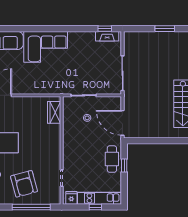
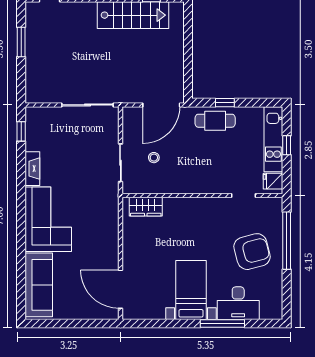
fireplace: (107, 36) -> (32, 169), moved

